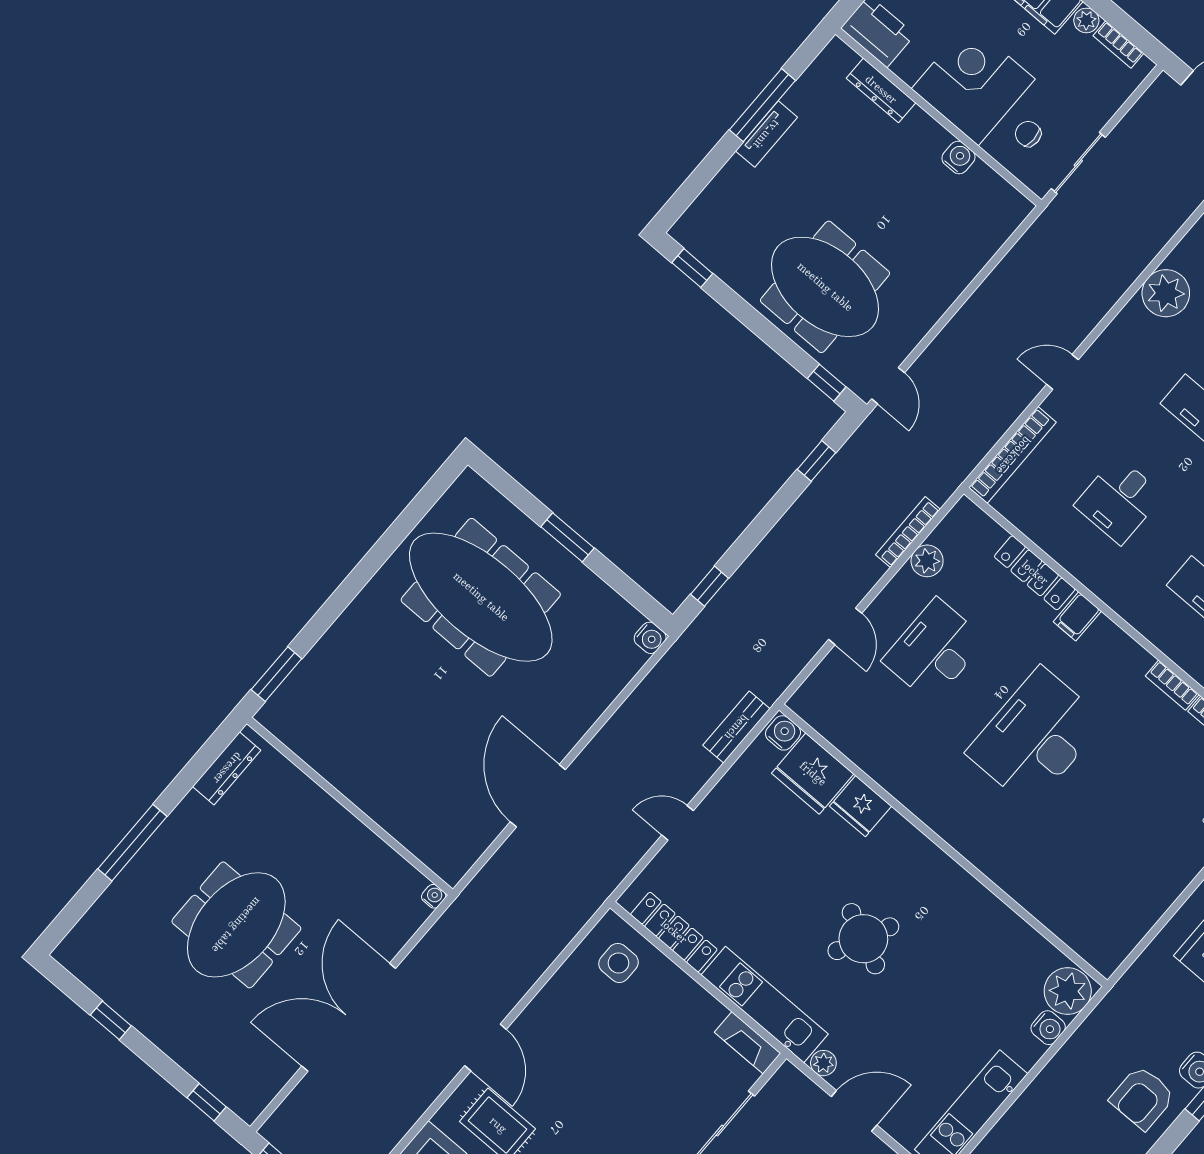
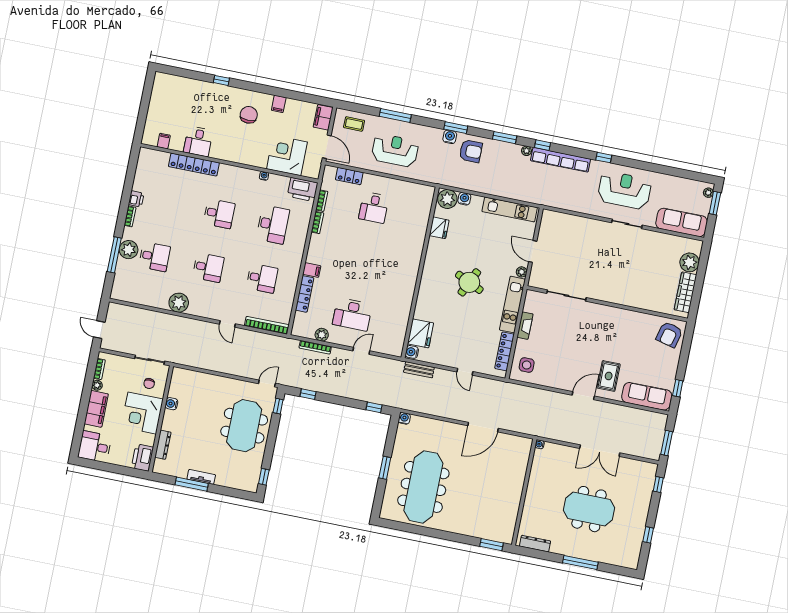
desk: (1036, 737) -> (374, 208), moved, width x0.53, depth x0.77
fridge: (861, 806) -> (439, 228), moved
double door: (349, 1017) -> (600, 451), width x0.73
fireplace: (748, 1043) -> (525, 326), moved

